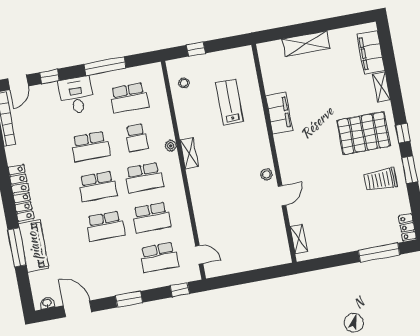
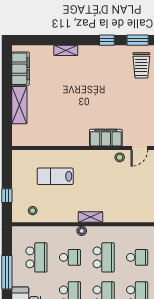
filing cabinet: (371, 52) -> (21, 69), moved, turned -90
filing cabinet: (279, 113) -> (106, 138), moved
pallet: (364, 133) -> (101, 72), removed
door: (282, 196) -> (139, 148), swing flipped
school desk: (152, 217) -> (137, 257), width x0.54

